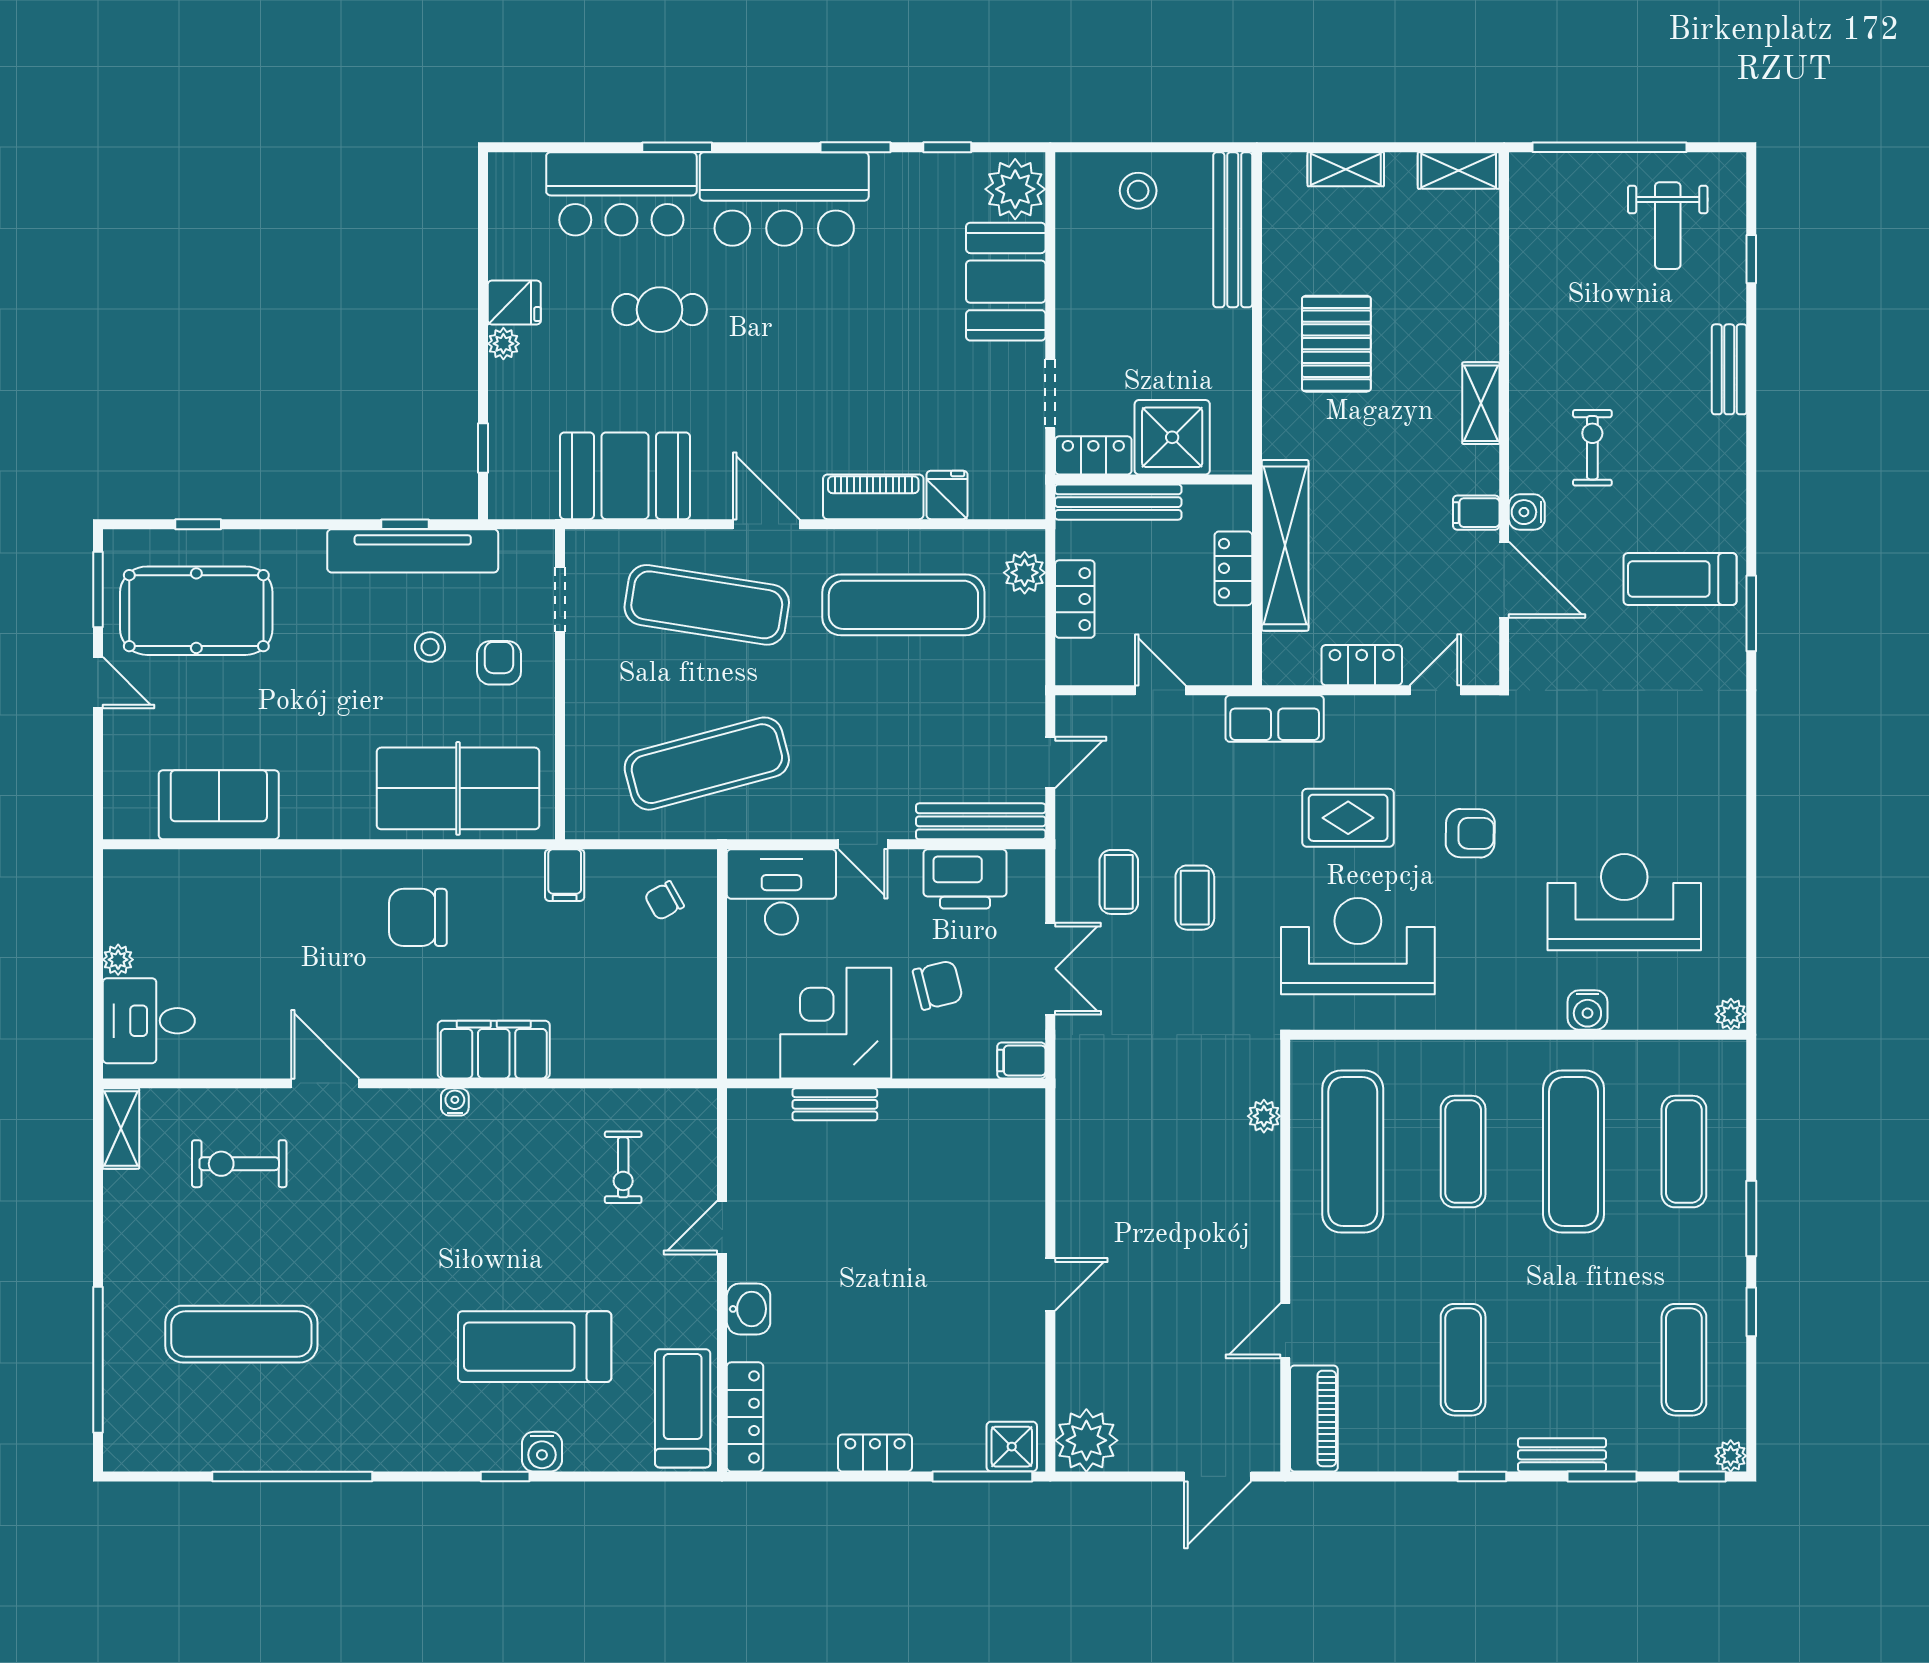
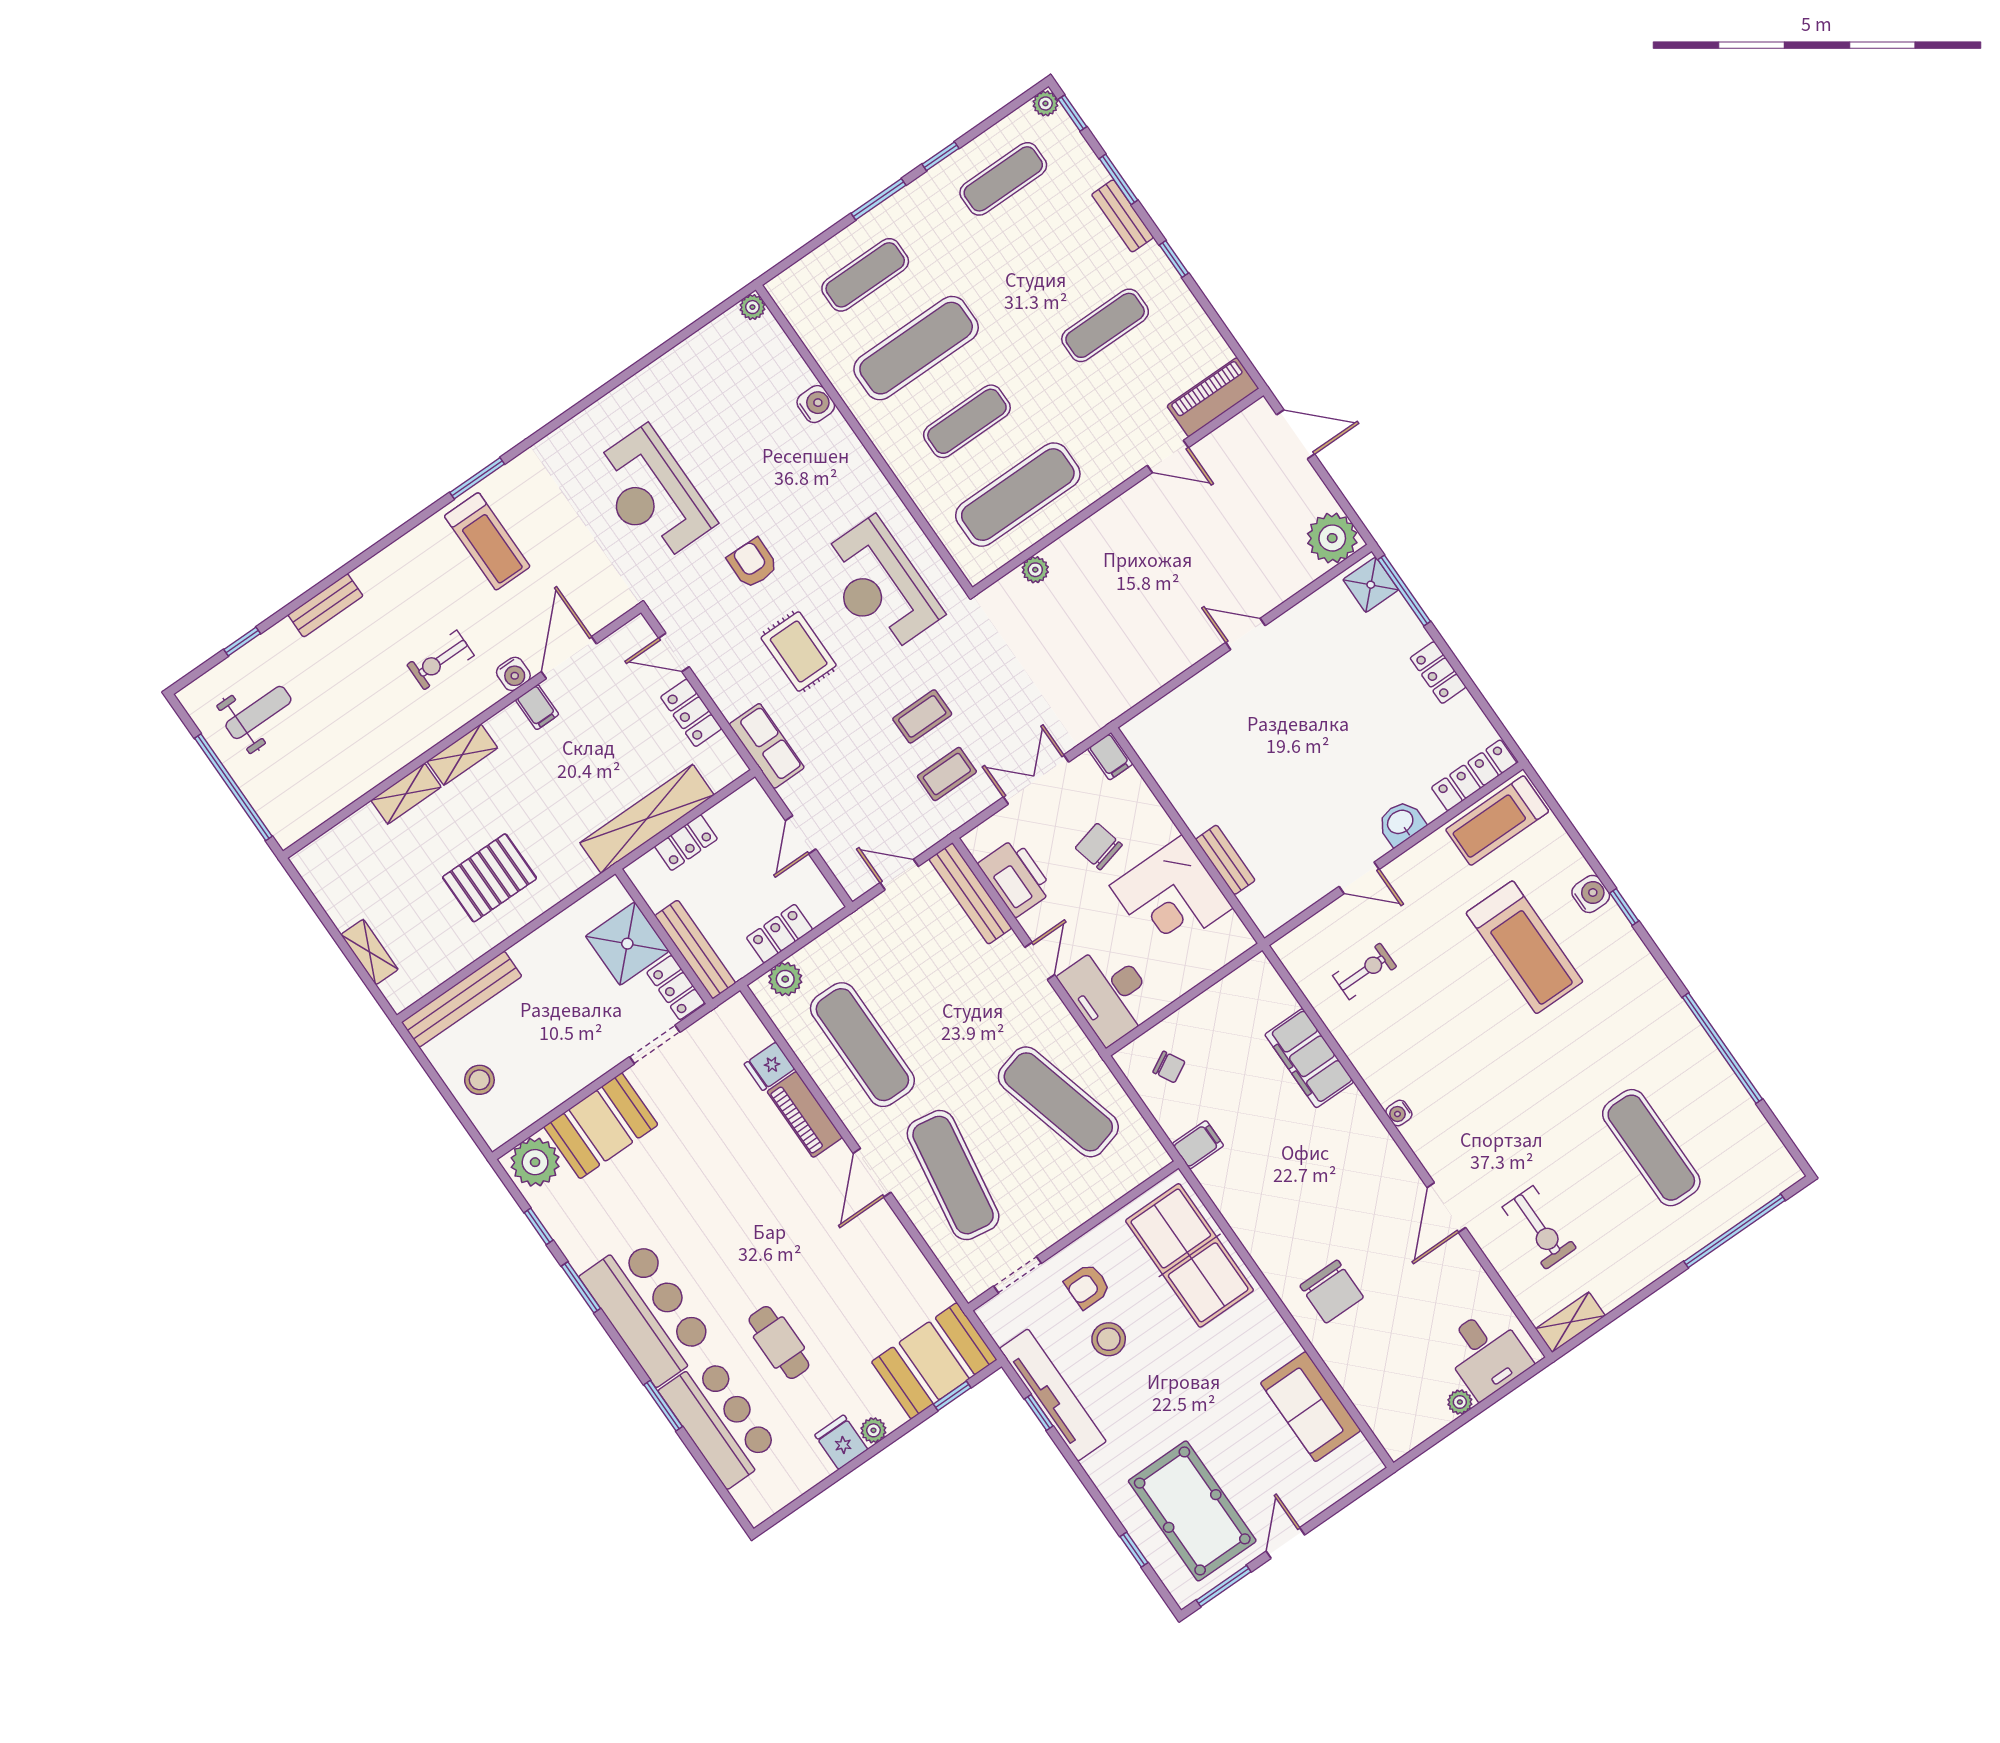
shelving: (1459, 170) -> (406, 794), moved, turned 90
booth: (625, 476) -> (934, 1361), moved, turned 90
stool: (430, 647) -> (1109, 1339), width x1.37, depth x1.37
reception desk: (1624, 902) -> (652, 495), moved
chair: (418, 917) -> (1332, 1292), moved
filing cabinet: (494, 1050) -> (1309, 1058), moved

